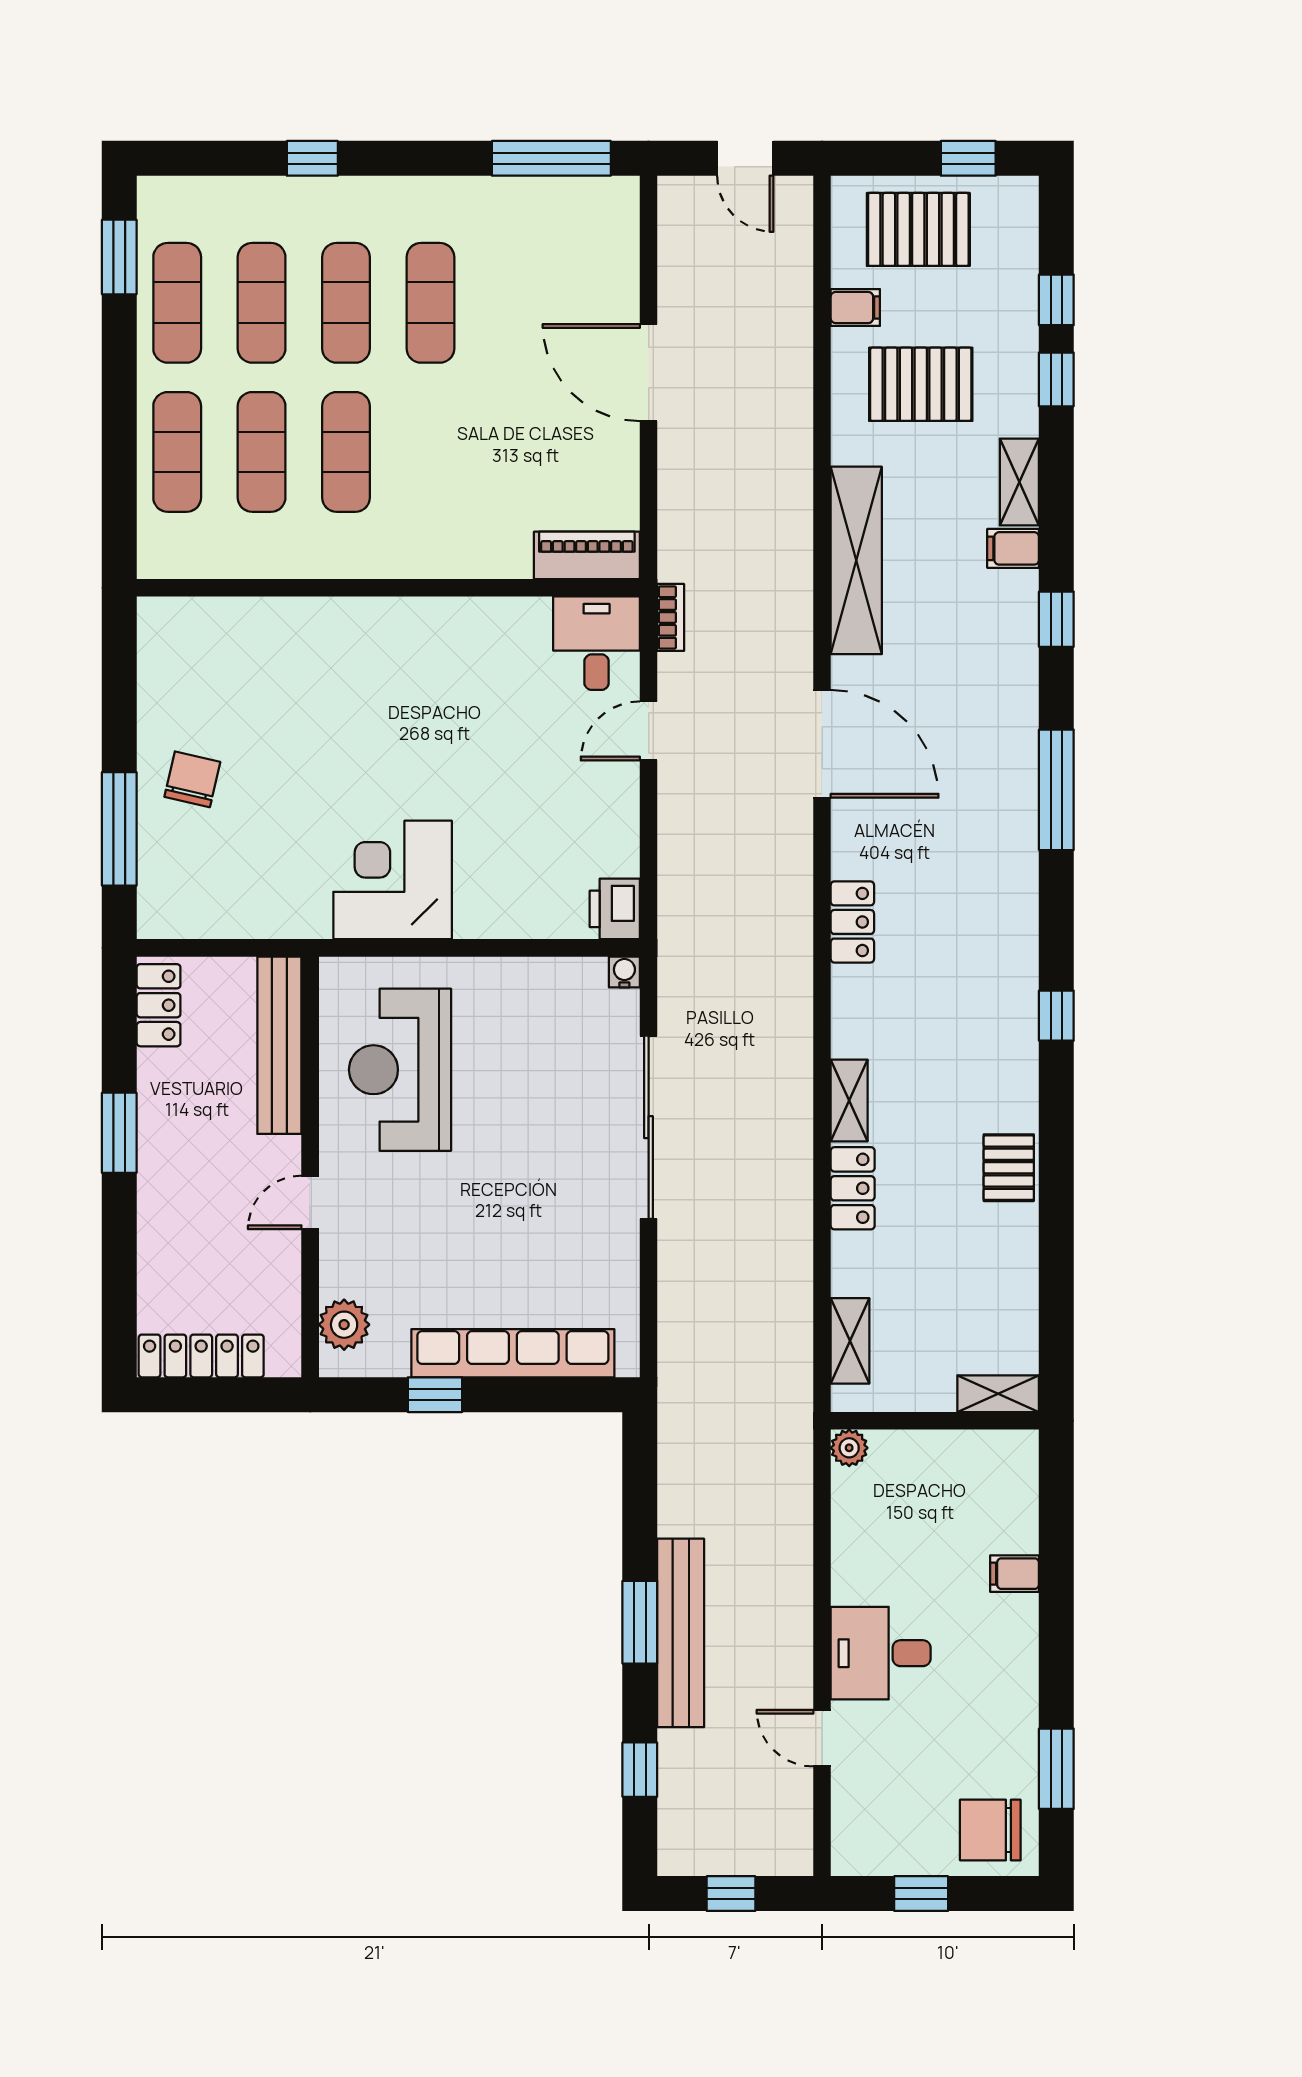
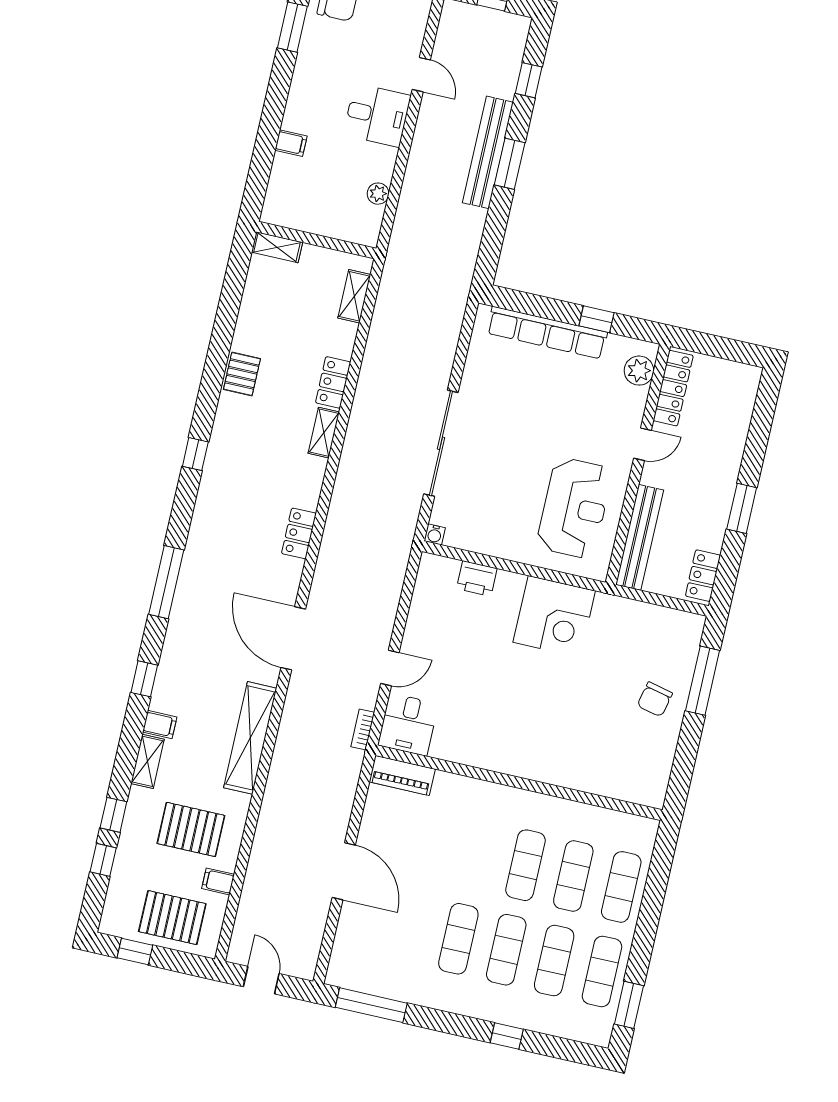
printer: (615, 909) -> (477, 579), moved, turned 90
locker: (201, 1356) -> (673, 388), moved, turned -90
plant: (849, 1448) -> (378, 194), moved

